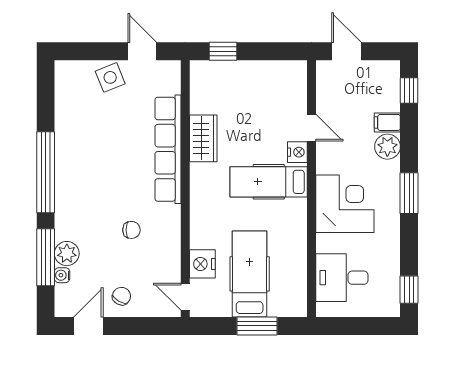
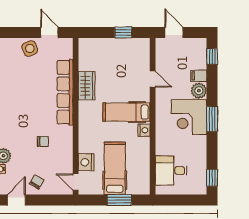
window: (223, 51) -> (123, 32), moved
nightstand: (297, 152) -> (144, 130), moved
corner desk: (345, 204) -> (189, 117), moved, turned 180

